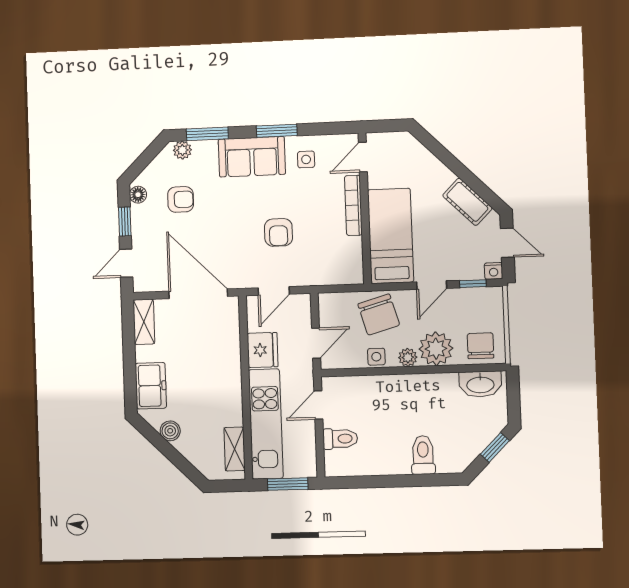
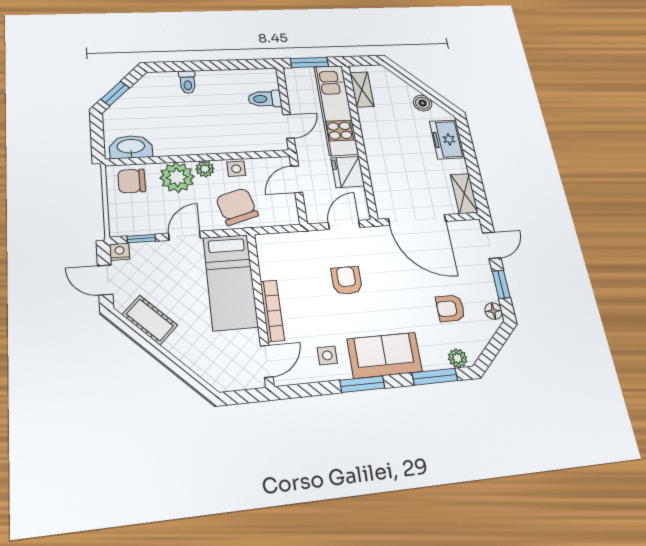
chair: (480, 346) -> (132, 181), turned 90
toilet: (423, 455) -> (188, 82), width x0.73, depth x0.72

